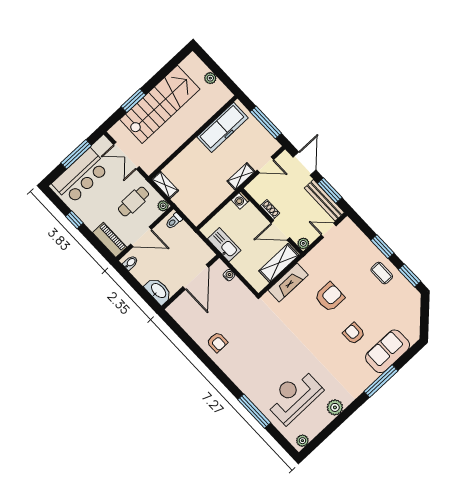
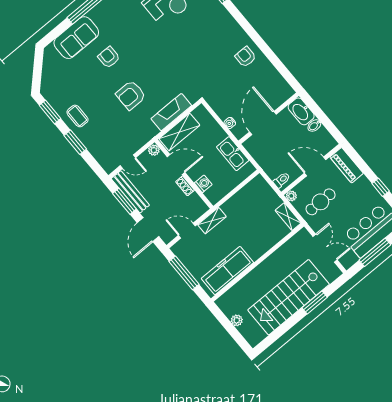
washing machine: (240, 200) -> (203, 184), moved
bidet: (130, 263) -> (314, 126), moved
armchair: (354, 334) -> (109, 57), turned 180

